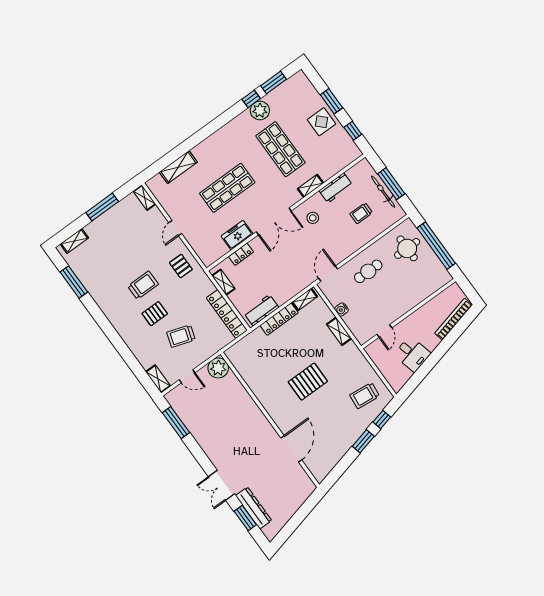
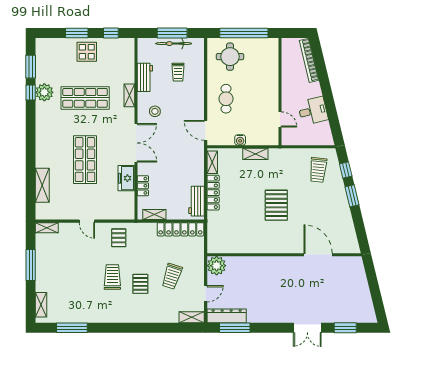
pallet: (181, 266) -> (119, 238), turned 90
dresser: (254, 508) -> (227, 316), moved

